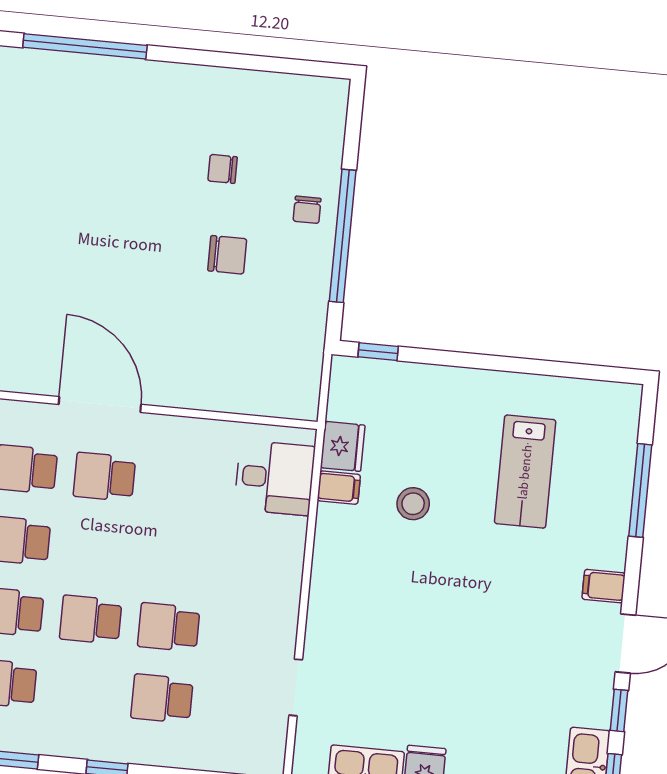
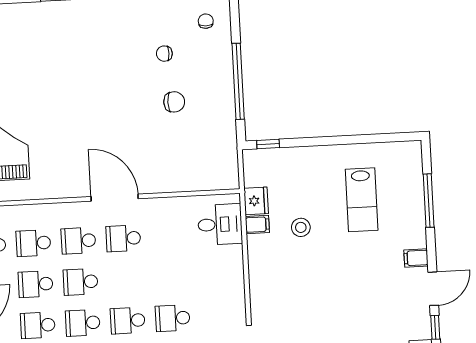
chair: (307, 210) -> (206, 21), moved, turned 180

